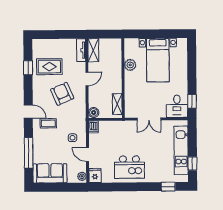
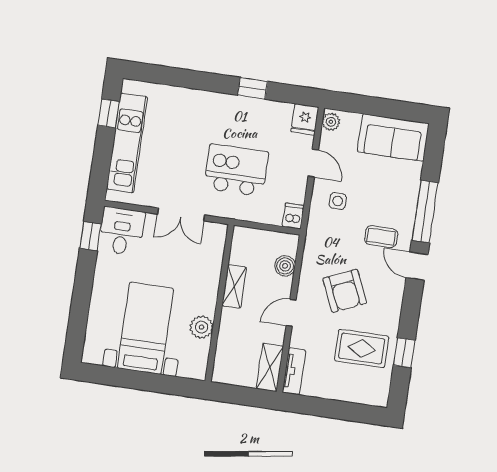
shelving: (117, 104) -> (234, 286), moved
boiler: (94, 112) -> (285, 266), moved
double door: (149, 119) -> (181, 214), swing flipped
window: (29, 153) -> (425, 211), moved
kitchen island: (129, 167) -> (236, 170), moved
window: (168, 187) -> (253, 88), moved

